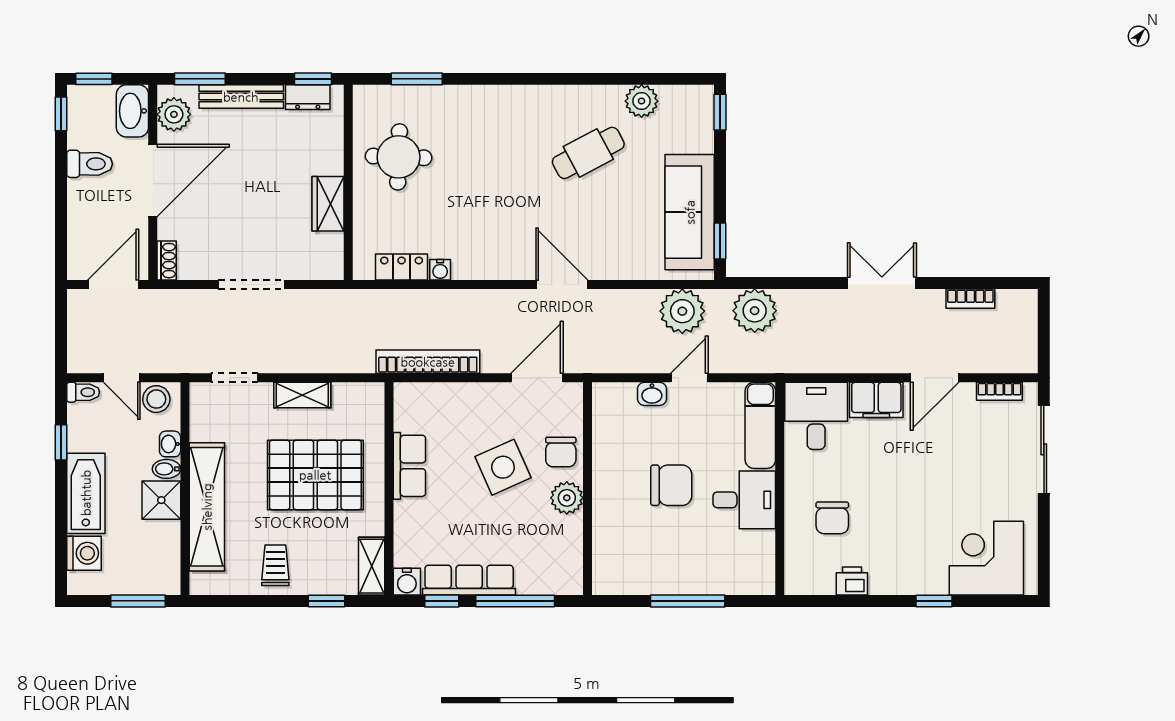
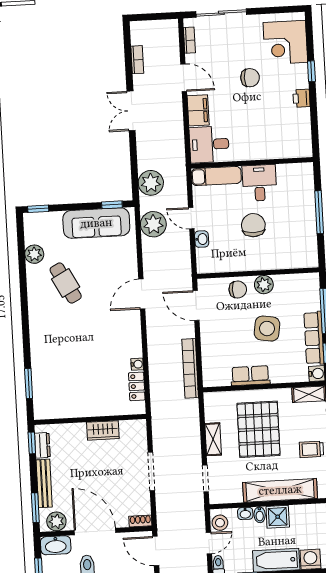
round table: (399, 157) -> (74, 391), removed
side table: (503, 467) -> (267, 329), moved, turned 33
chair: (832, 518) -> (250, 78), moved
printer: (852, 581) -> (301, 98), moved

